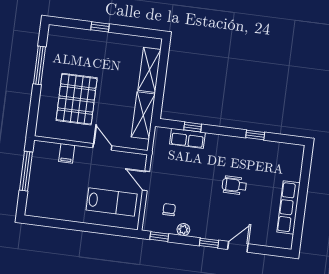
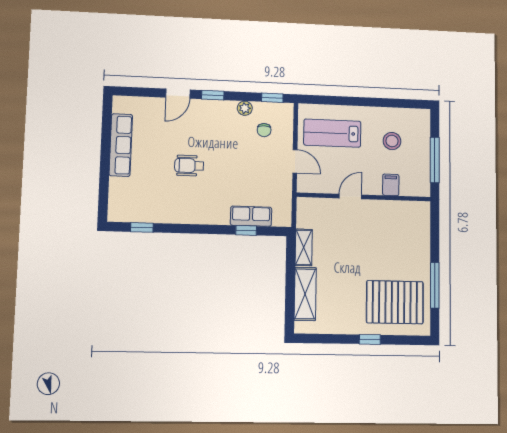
pallet: (77, 99) -> (395, 302), moved, turned 90
shelving: (143, 115) -> (304, 247), width x0.67, depth x0.75
window: (255, 135) -> (142, 227), moved
door: (102, 147) -> (350, 196), swing flipped
wheelchair: (234, 185) -> (189, 166), turned 180
stool: (61, 191) -> (392, 141), added

